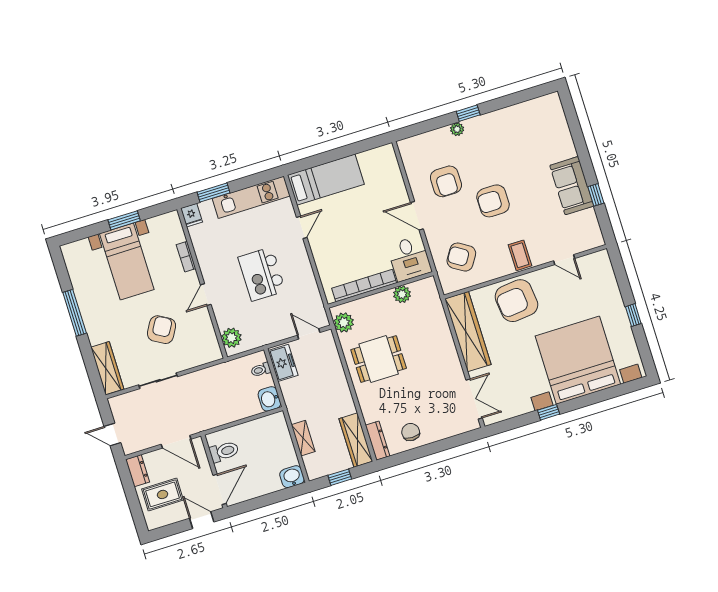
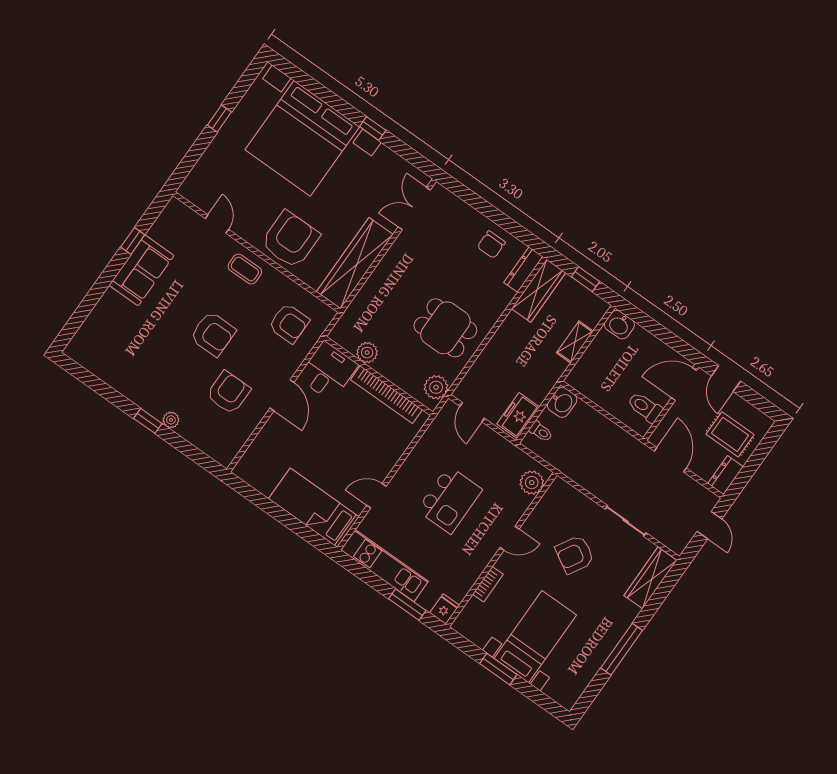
coffee table: (520, 255) -> (245, 269), turned 90
armchair: (461, 257) -> (289, 323), turned -32
armchair: (516, 301) -> (290, 240), turned -84

